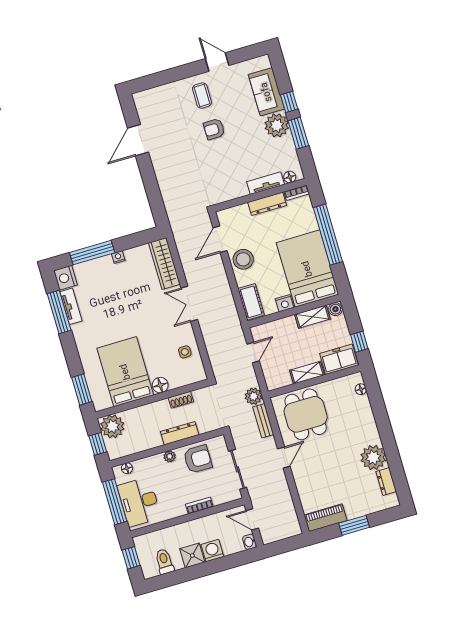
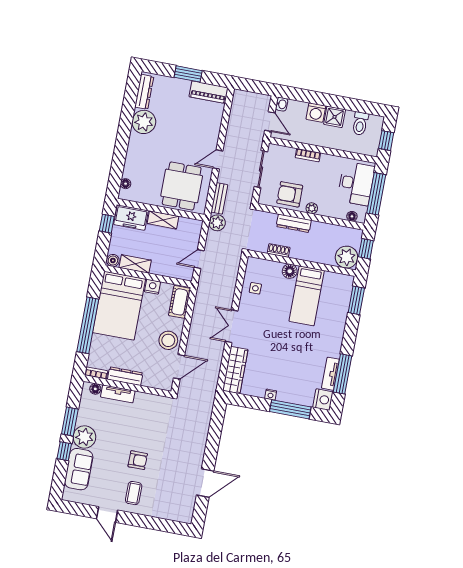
double door: (189, 304) -> (232, 326), swing flipped
bed: (125, 372) -> (307, 296), width x0.67
dresser: (386, 481) -> (144, 92), width x1.44

